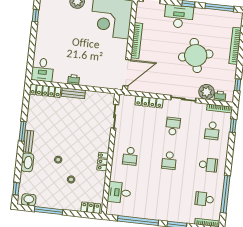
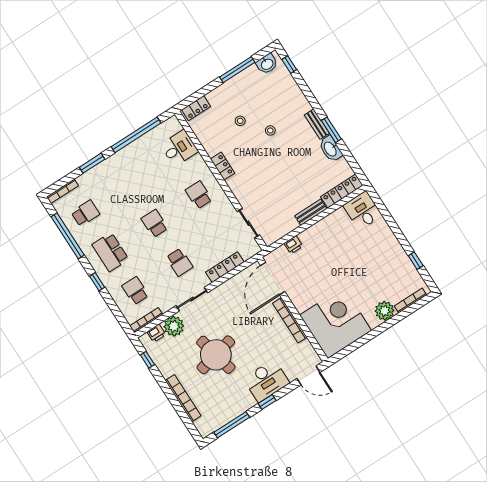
printer: (74, 80) -> (293, 245), moved
window: (233, 126) -> (97, 282), moved
washbasin: (27, 162) -> (331, 149), moved
school desk: (208, 165) -> (110, 252), width x1.85

